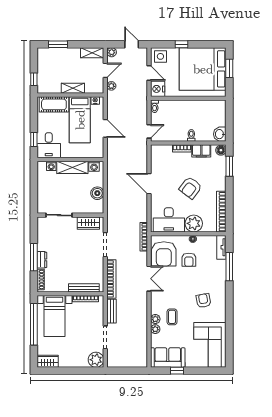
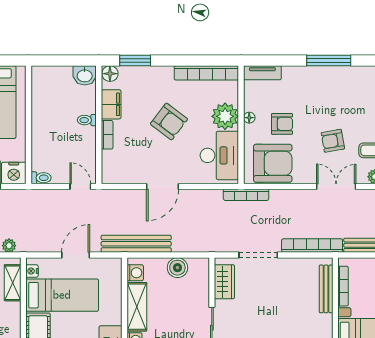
shelving: (73, 88) -> (13, 283), moved
bench: (113, 167) -> (136, 244), added
window: (229, 267) -> (329, 60), moved
double door: (149, 279) -> (336, 186), moved
armchair: (203, 301) -> (333, 141), moved

